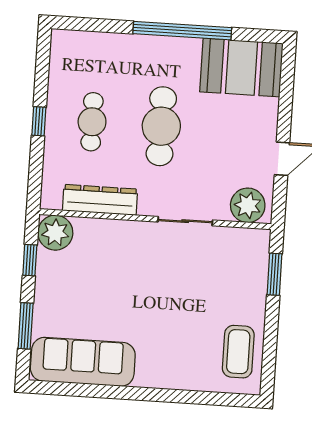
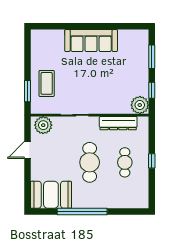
coffee table: (238, 352) -> (47, 83), moved
sofa: (83, 362) -> (91, 41), moved

